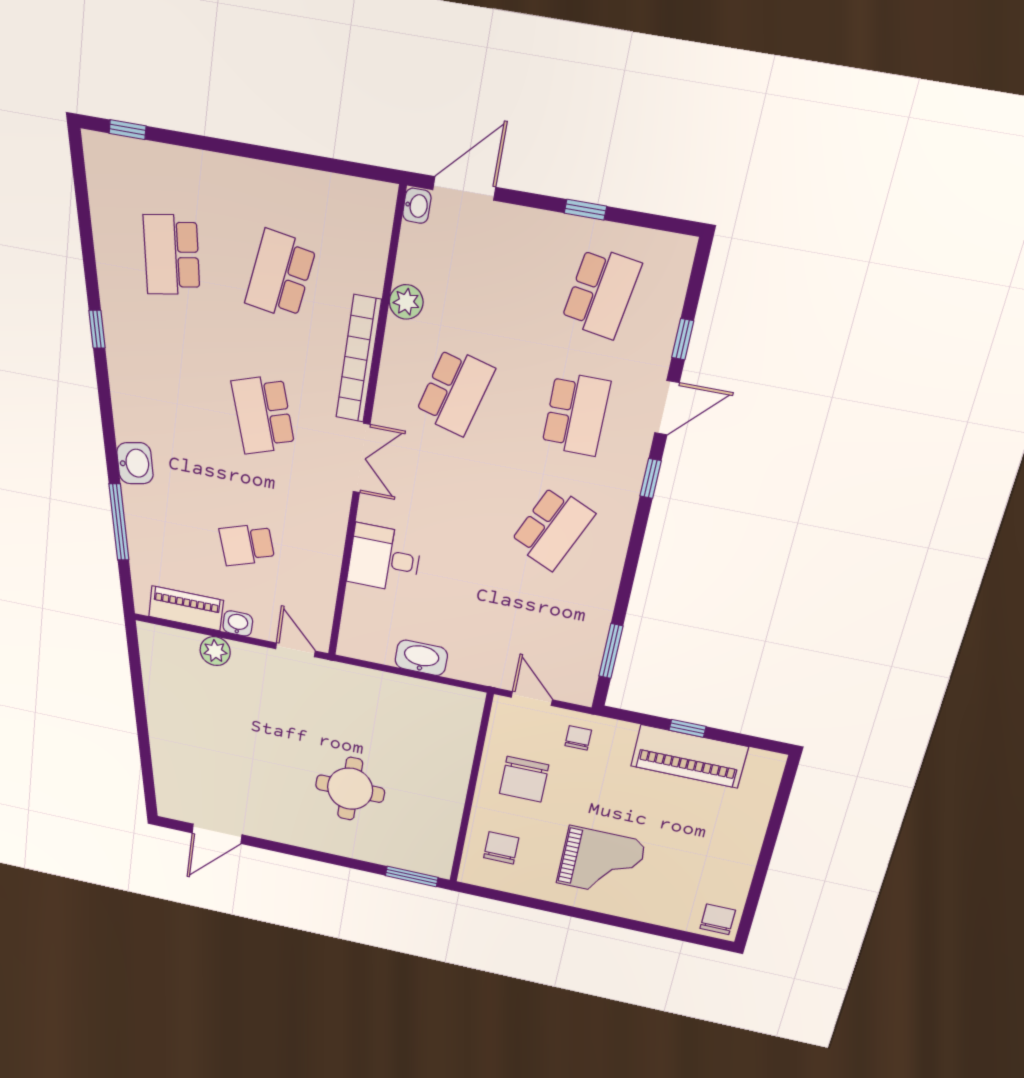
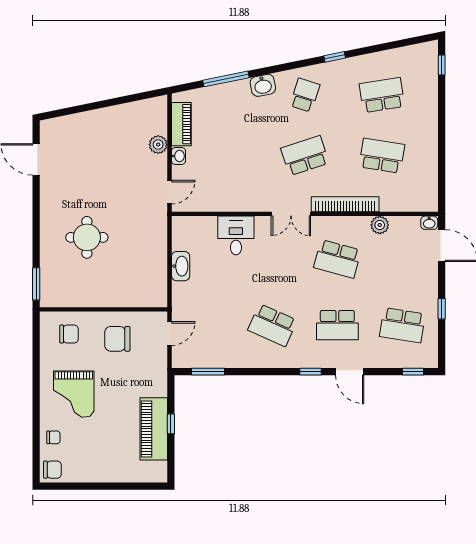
window: (683, 339) -> (413, 372), moved
school desk: (247, 545) -> (305, 95), moved, turned 36
chair: (578, 738) -> (53, 437), moved

